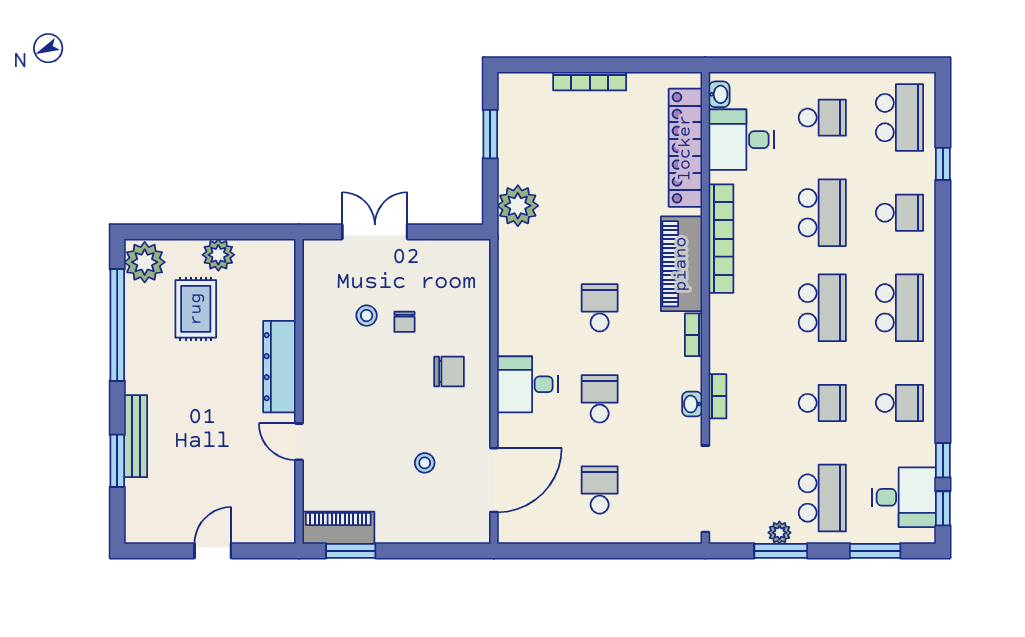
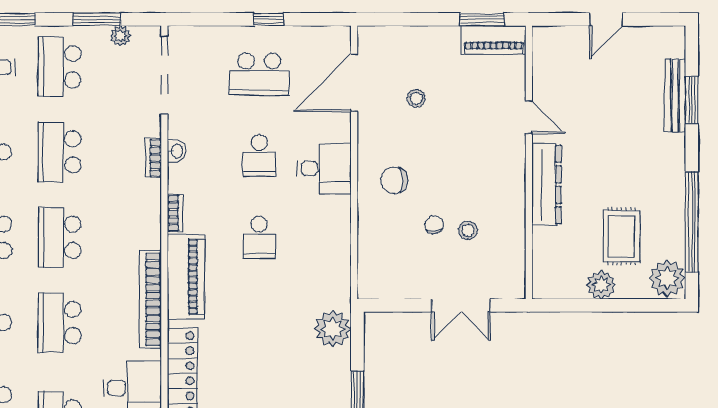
school desk: (822, 403) -> (60, 152), width x1.85
bench: (136, 436) -> (675, 95), moved
school desk: (600, 490) -> (259, 74), width x1.85
plant: (779, 533) -> (121, 36), moved
window: (589, 551) -> (268, 19), added

